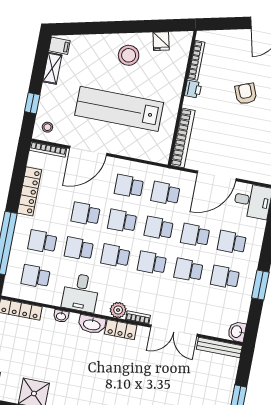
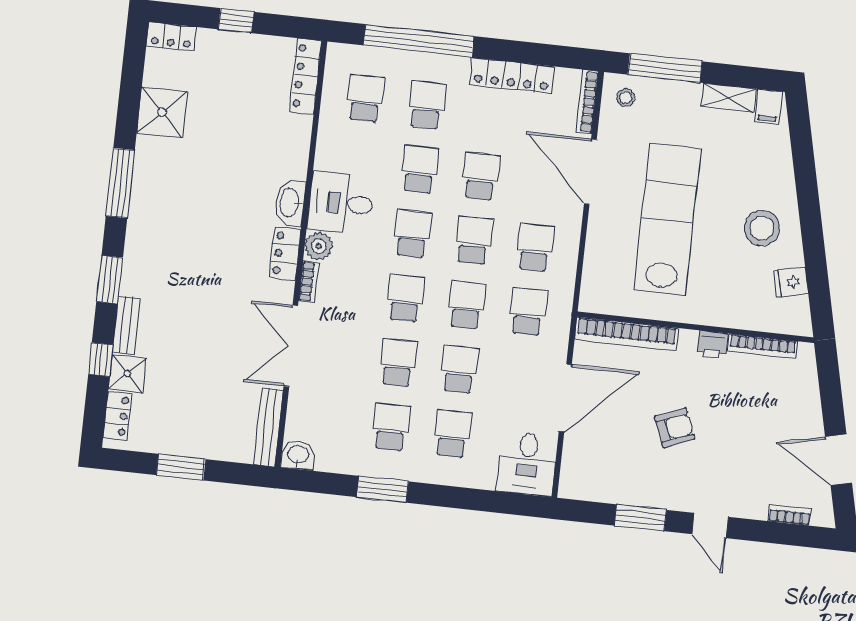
armchair: (246, 94) -> (675, 428), moved
window: (32, 103) -> (665, 68), width x2.17
door: (217, 176) -> (565, 398), swing flipped
desk: (81, 293) -> (341, 203), moved
washbasin: (61, 316) -> (300, 148), removed

